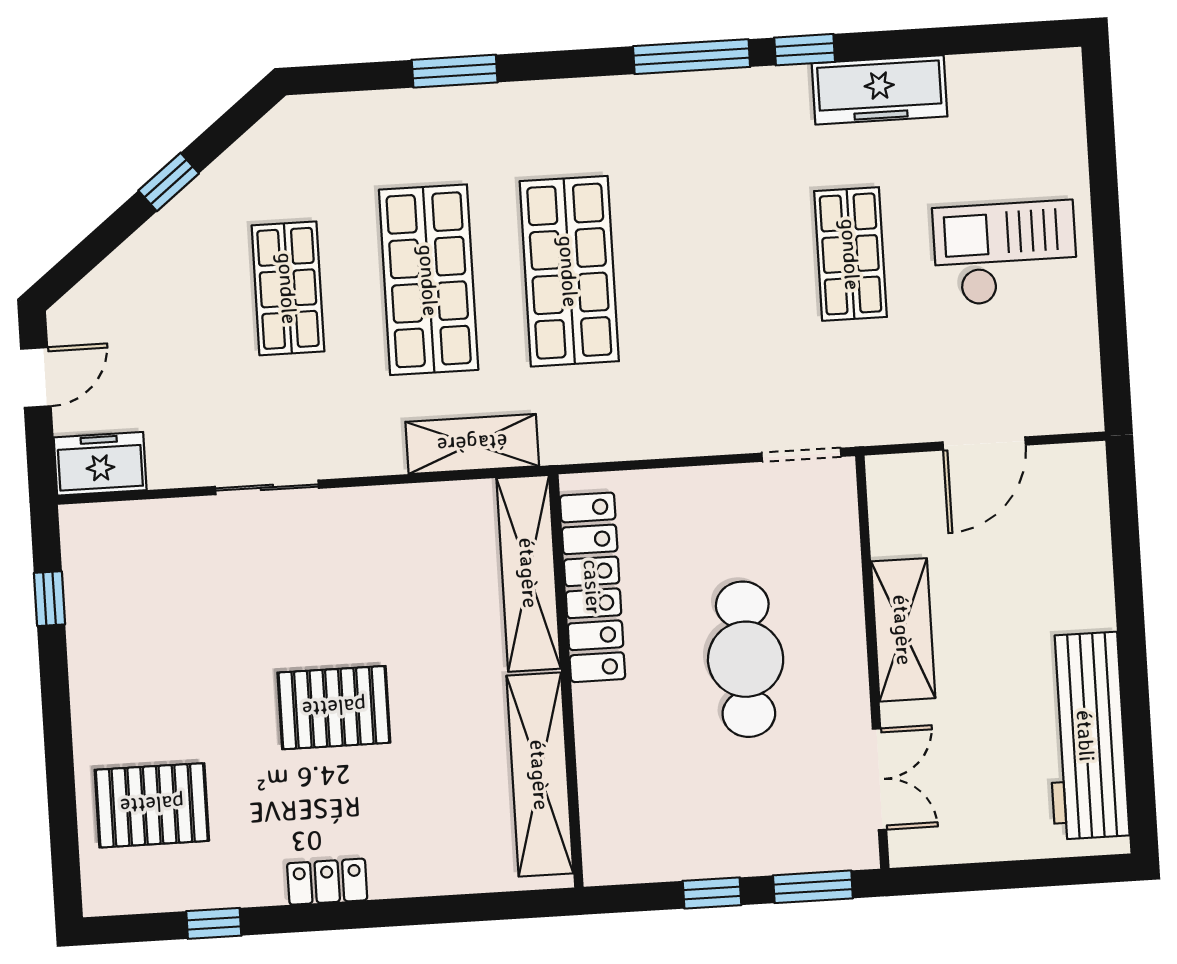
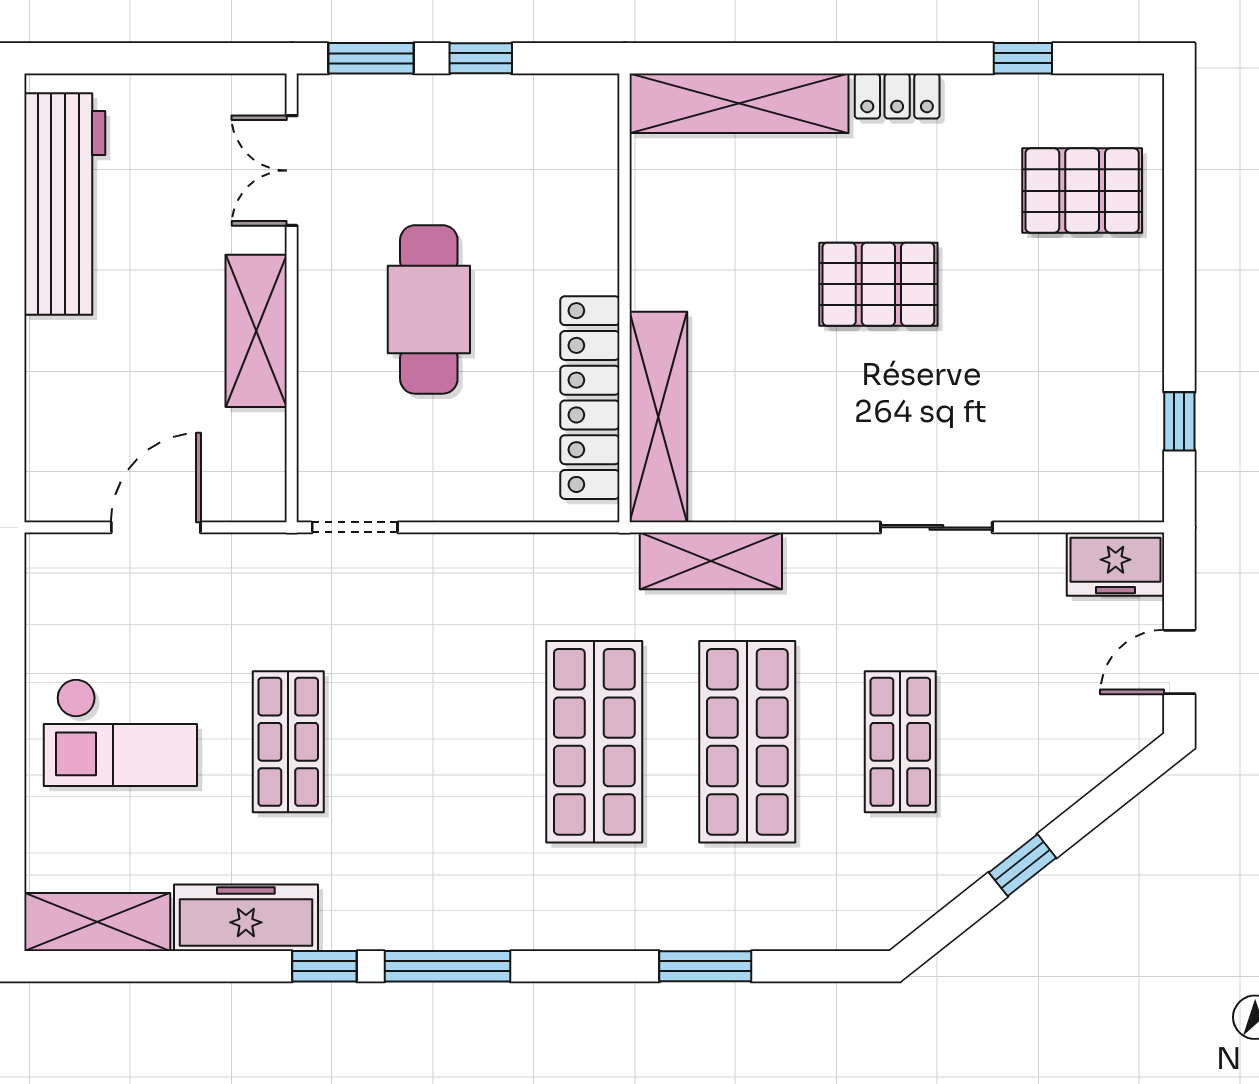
shelving: (1016, 78) -> (97, 922), added
shelving: (540, 775) -> (739, 103), moved, turned 90

